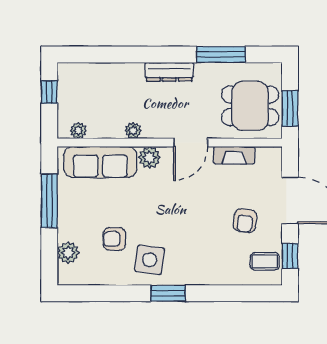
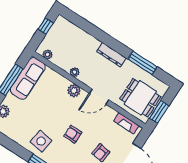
fireplace: (234, 155) -> (126, 123), moved
sofa: (100, 162) -> (28, 78), moved, turned -90
armchair: (115, 239) -> (73, 134), moved

